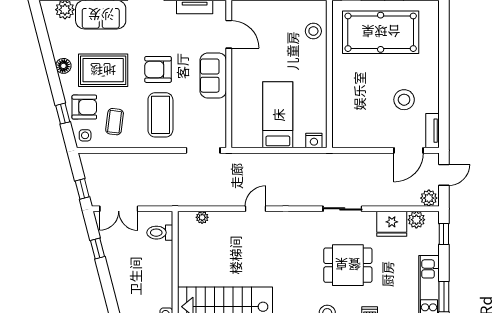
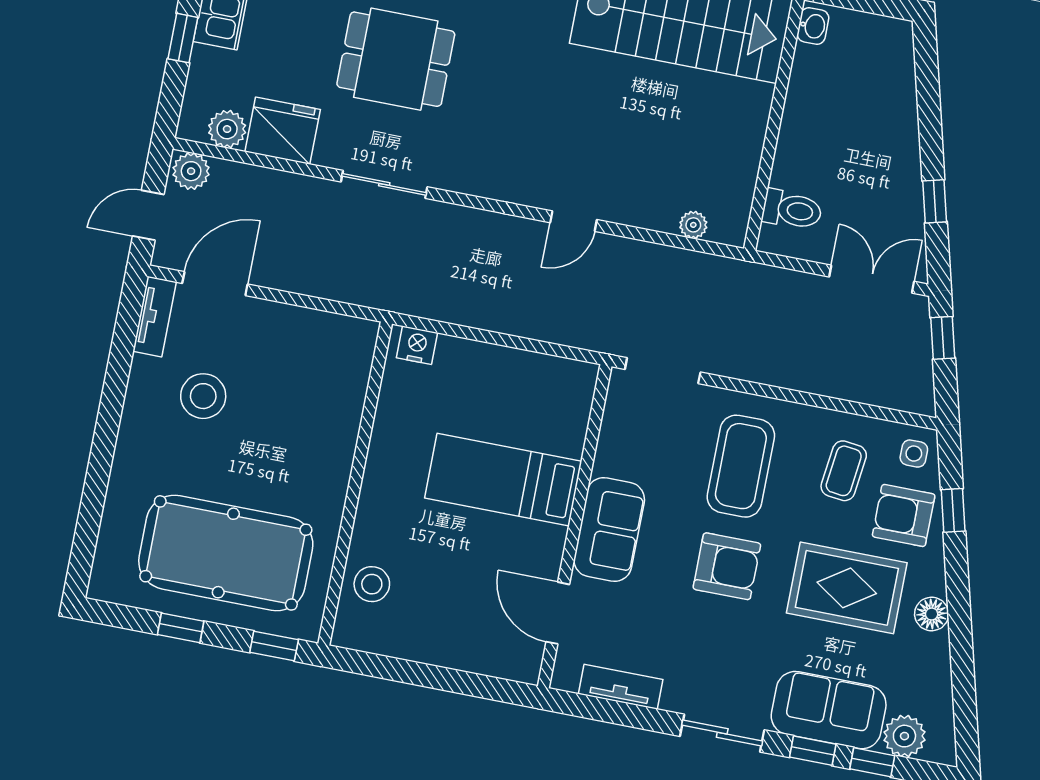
bed: (278, 115) -> (503, 480), moved, turned 90
window: (444, 234) -> (183, 38), moved

